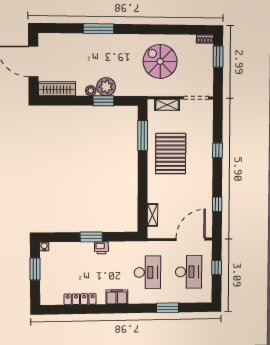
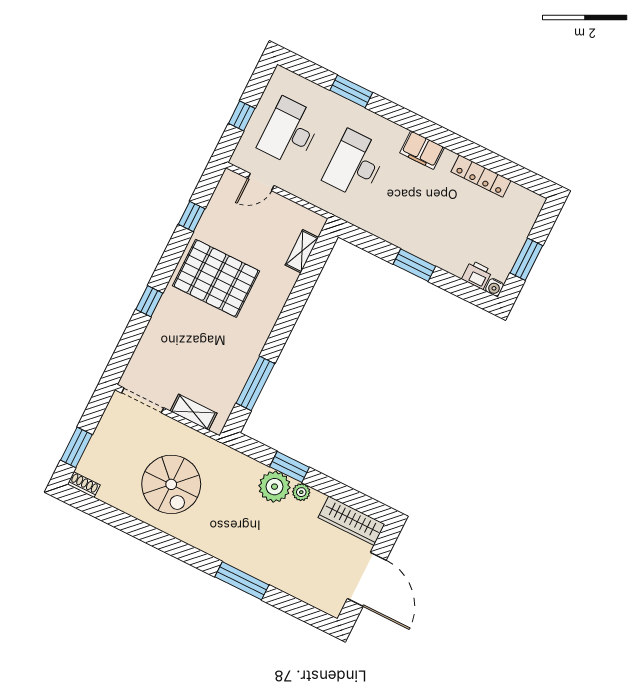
pallet: (171, 154) -> (216, 278), moved, turned 90
door: (191, 239) -> (261, 182), width x0.53
printer: (101, 248) -> (477, 275), moved

